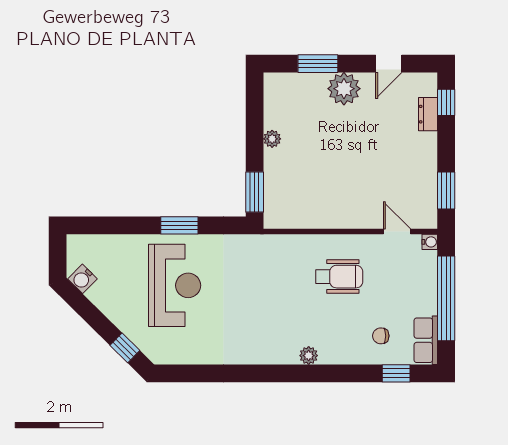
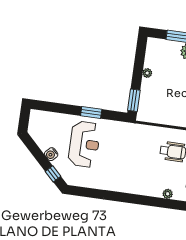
water cooler: (82, 279) -> (51, 154), moved
plant: (309, 356) -> (168, 194), moved

